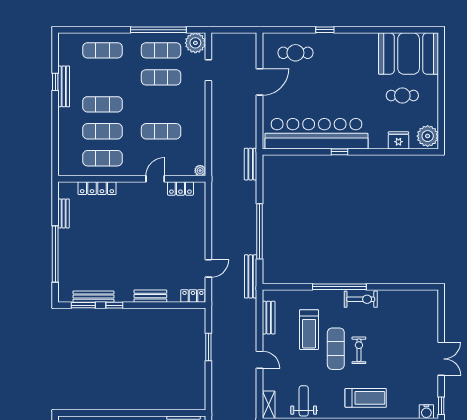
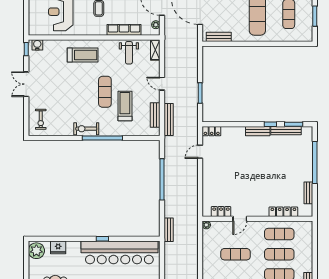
bench: (251, 276) -> (169, 120), moved
bench: (150, 296) -> (258, 131), moved
exercise bike: (359, 350) -> (41, 119), moved
treadmill: (366, 398) -> (83, 55), turned 180

